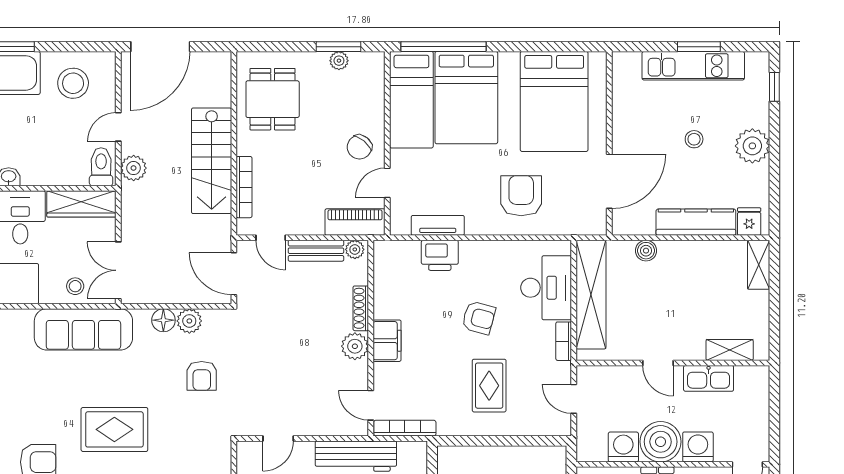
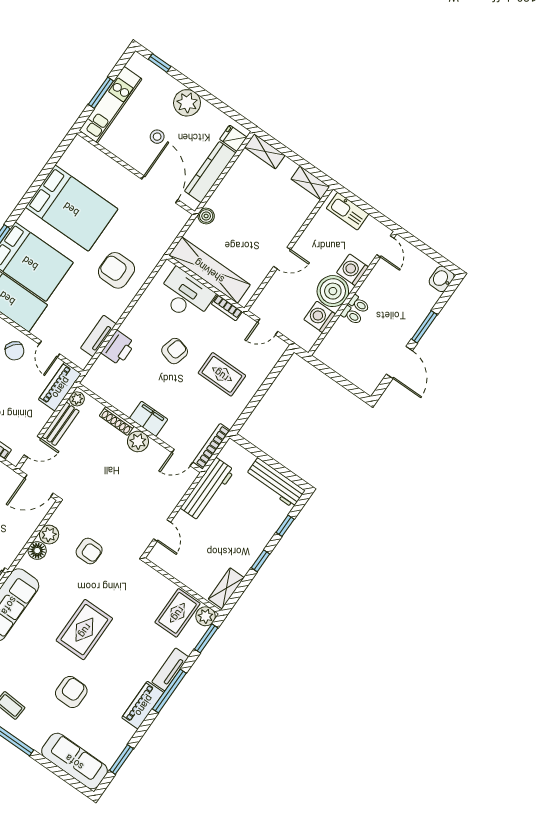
wall: (609, 143) -> (136, 173), moved
door: (609, 181) -> (160, 189), moved
shelving: (730, 350) -> (310, 183), moved, turned 90
kitchen sink: (709, 378) -> (347, 211), moved, turned 90

